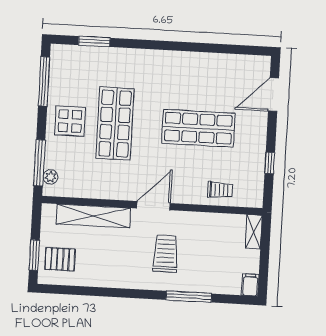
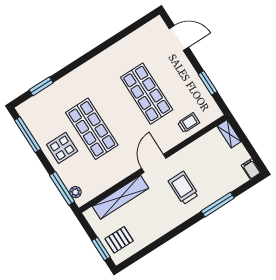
door: (274, 95) -> (179, 38), swing flipped
shop shelf: (198, 128) -> (147, 94), turned 90
window: (270, 163) -> (208, 83), width x1.50

